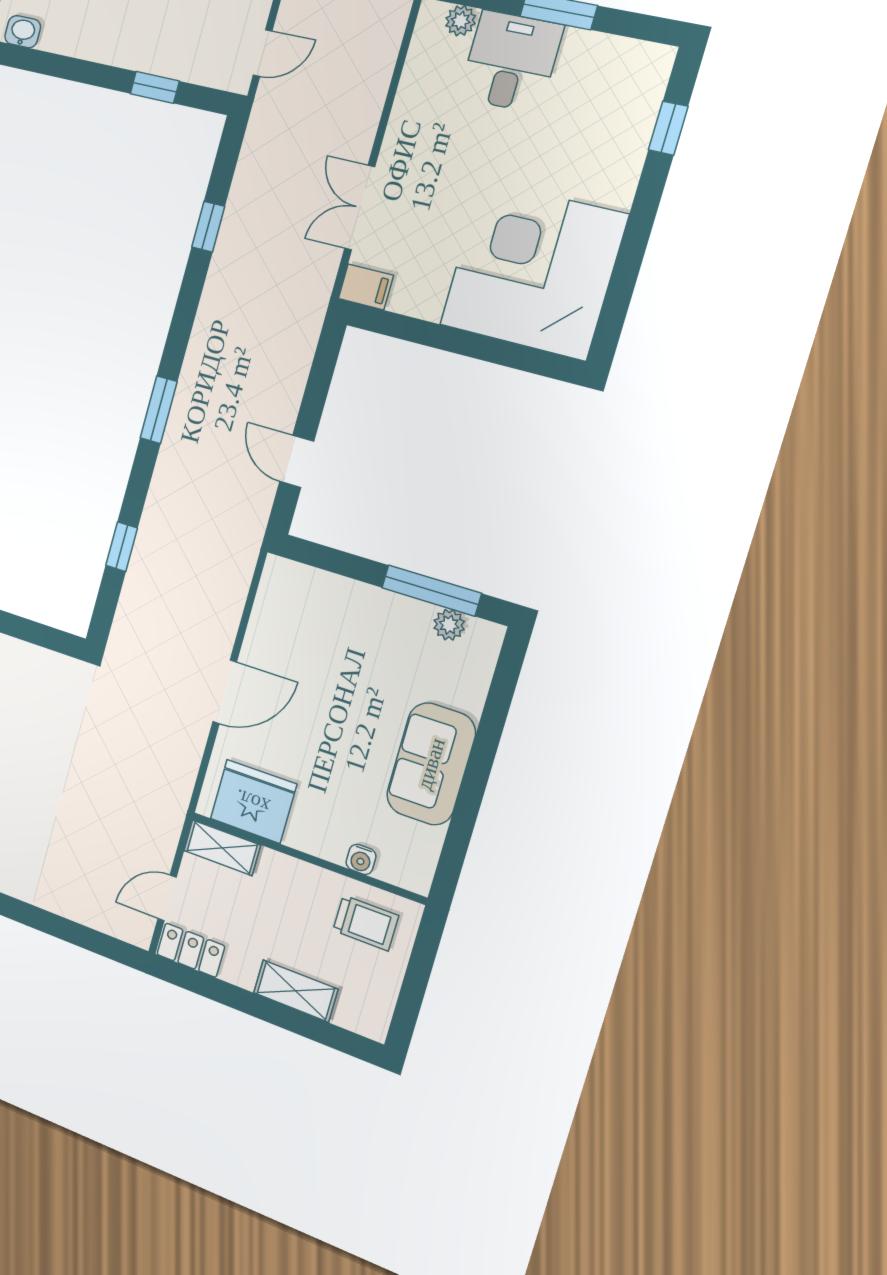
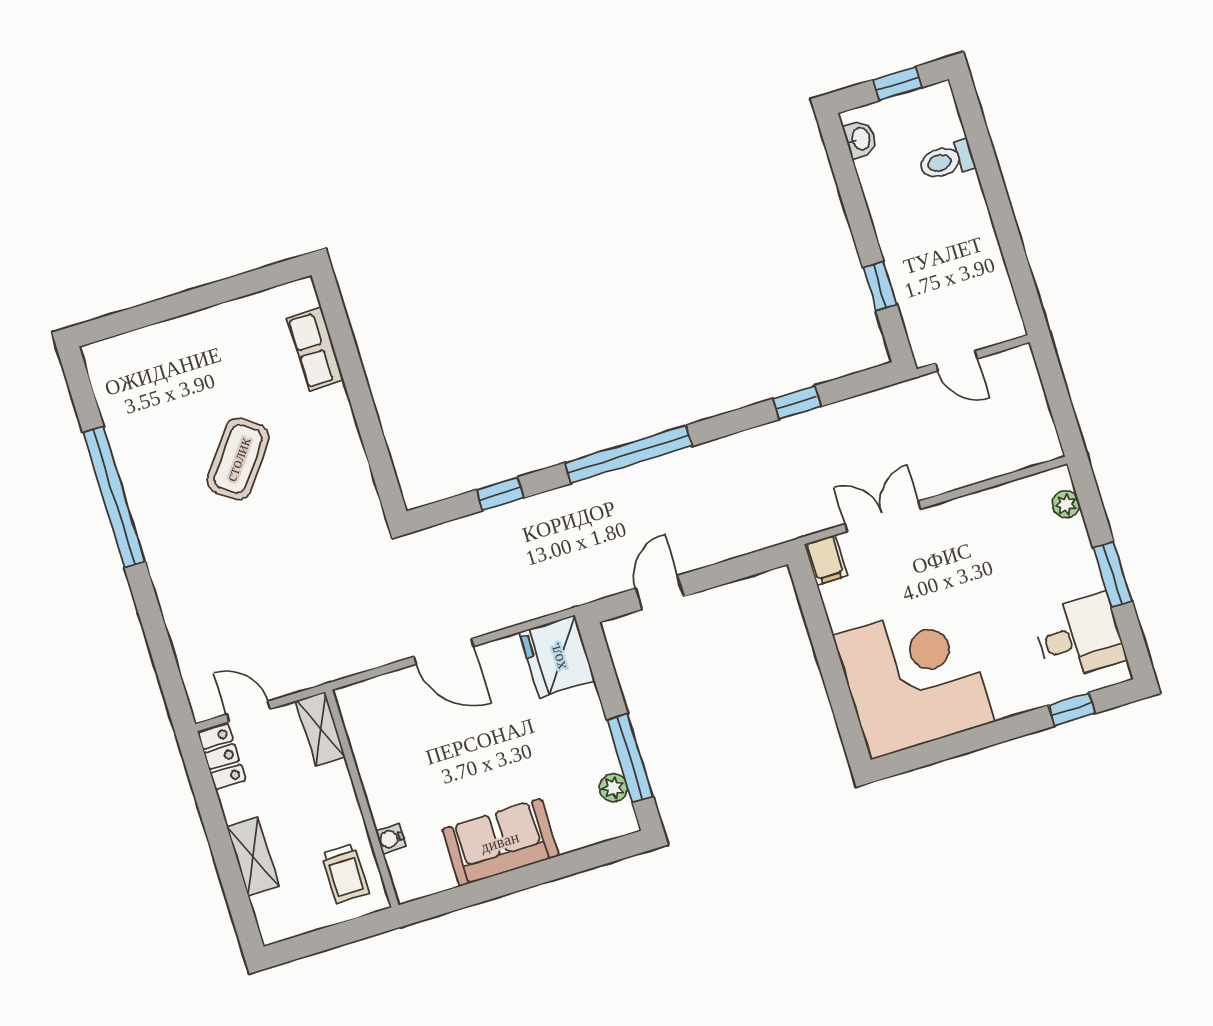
desk: (511, 62) -> (1079, 637), moved
window: (159, 410) -> (629, 454), width x2.11
fridge: (253, 801) -> (557, 656), moved, turned 180

